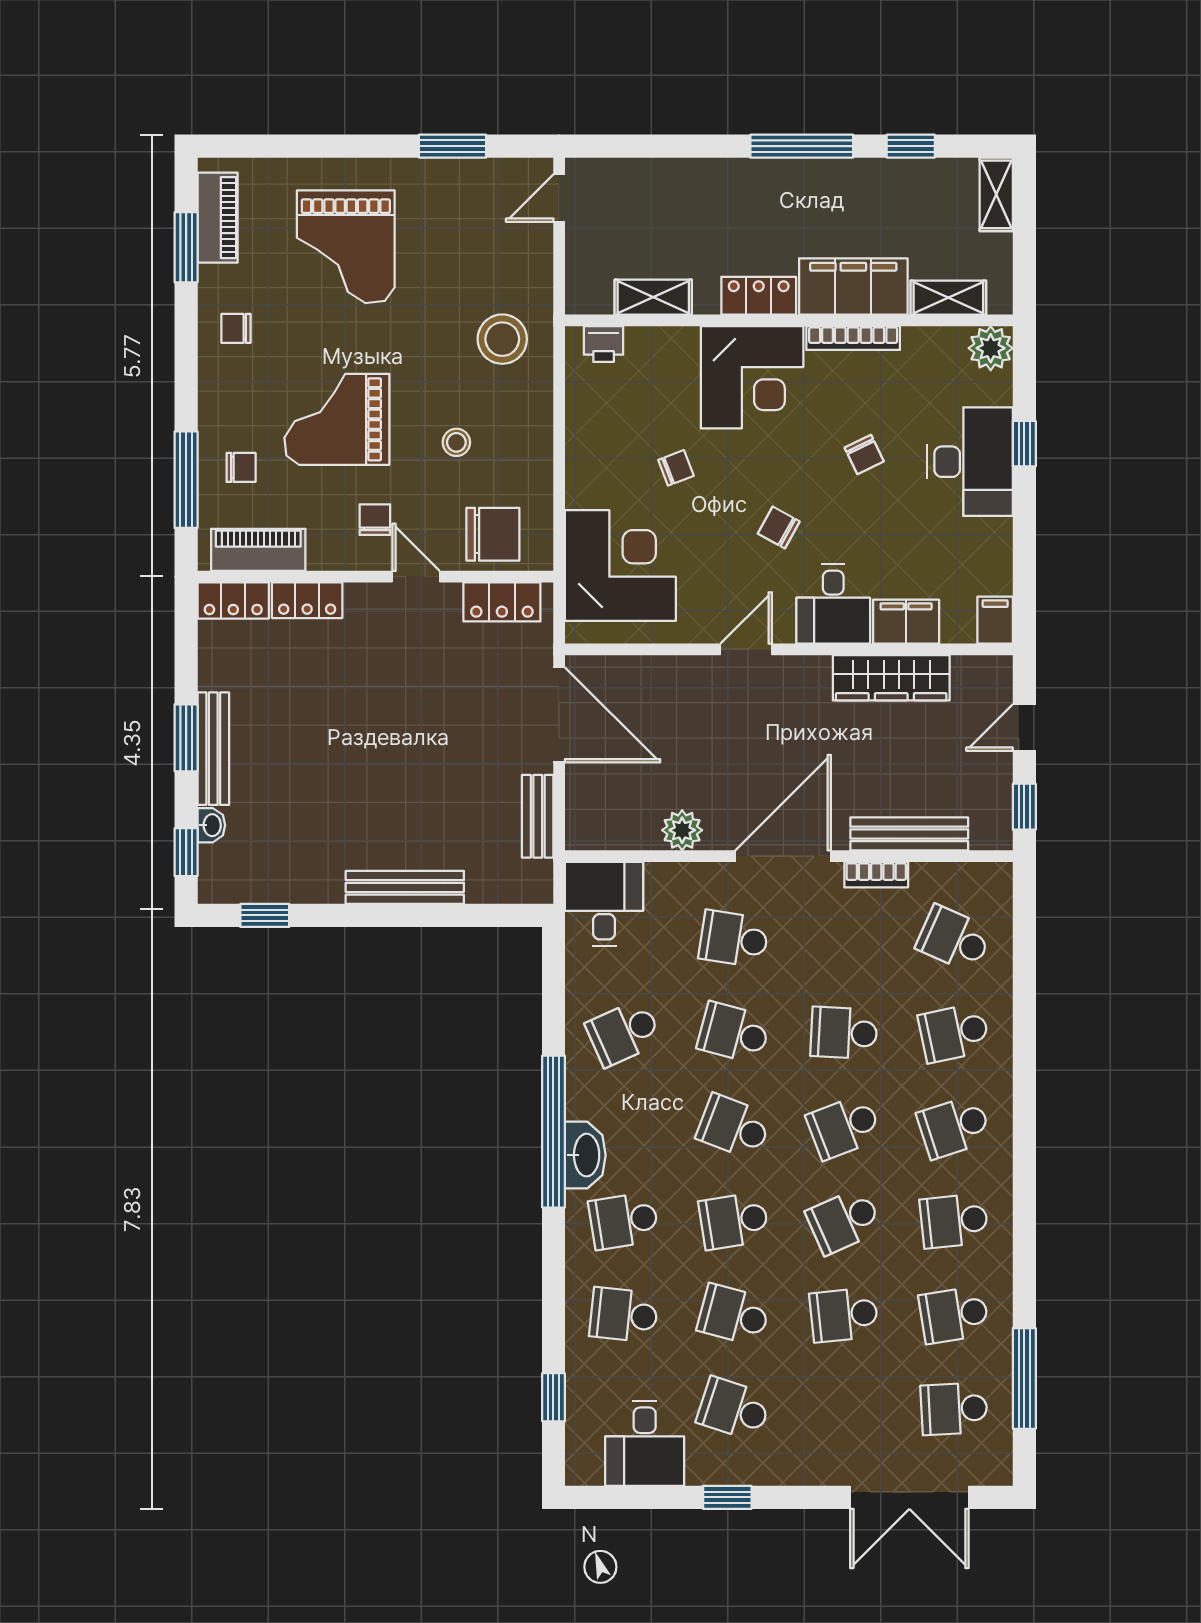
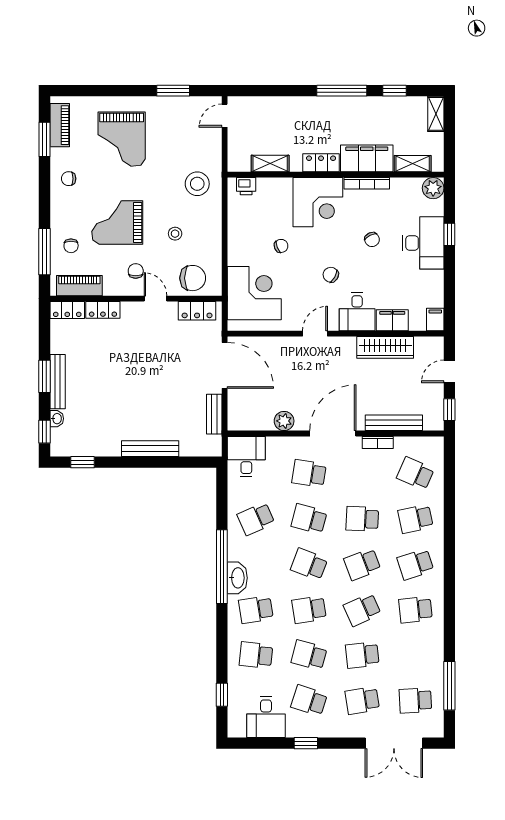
chair: (241, 467) -> (71, 246), turned 89
school desk: (954, 1315) -> (362, 700), moved

